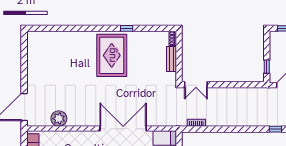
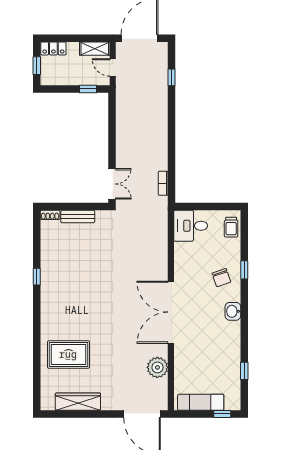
rug: (112, 55) -> (68, 354), moved, width x0.73, depth x0.69
wardrobe: (33, 59) -> (78, 402), added
double door: (123, 129) -> (171, 312), moved

